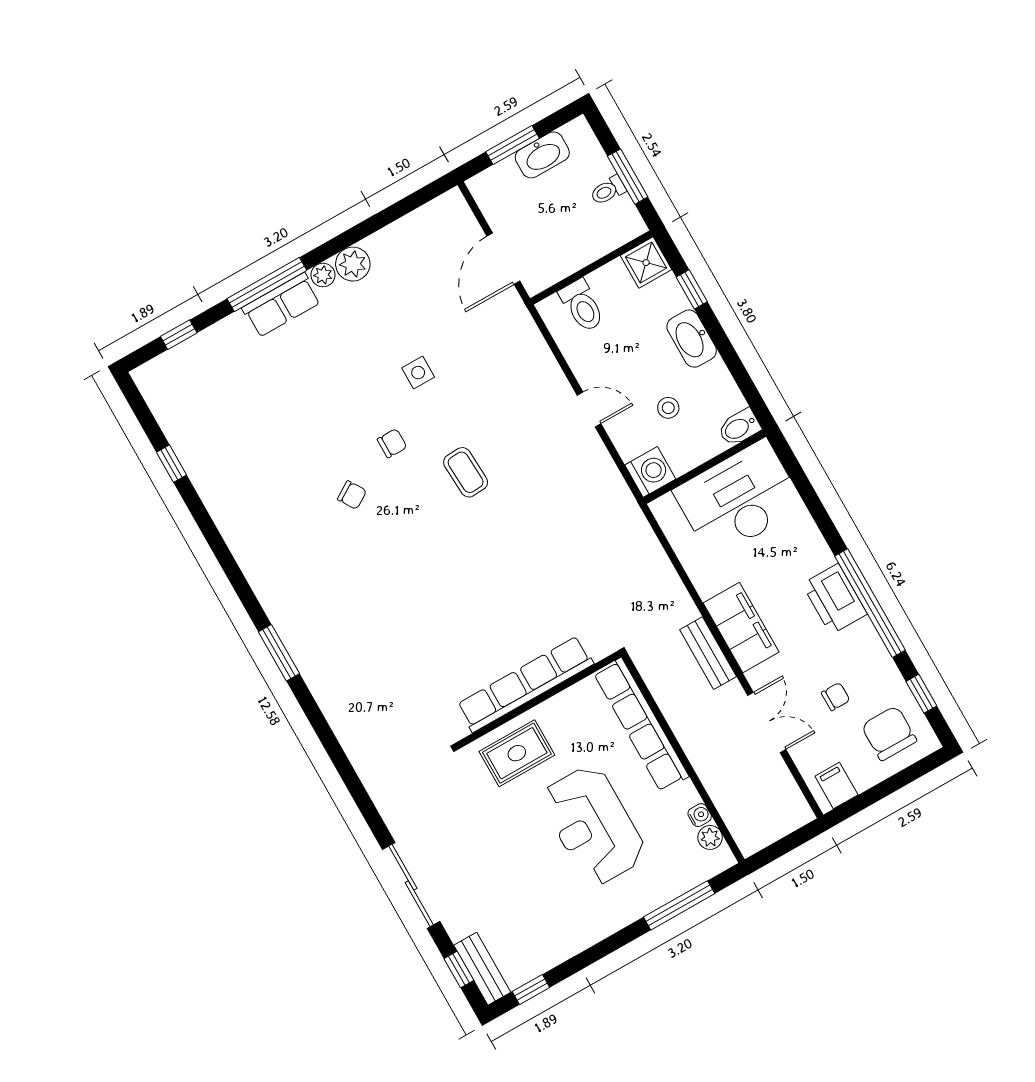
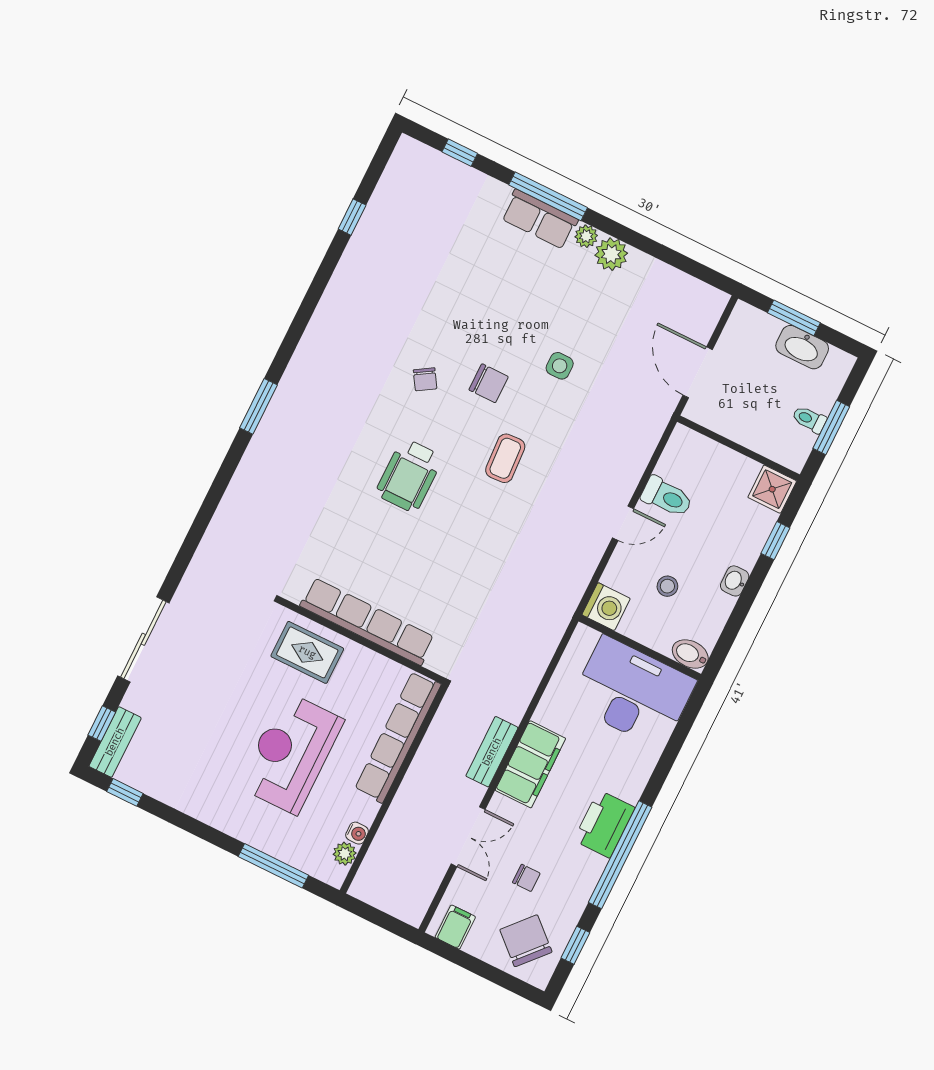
door: (503, 259) -> (698, 372), hinge flipped
toilet: (582, 306) -> (667, 497), moved, turned -90
washbasin: (692, 339) -> (735, 581), width x0.52, depth x0.69
door: (589, 409) -> (623, 523), hinge flipped
chair: (392, 443) -> (489, 383), width x1.37, depth x1.37
wheelchair: (425, 564) -> (409, 475), added
chair: (889, 733) -> (526, 941), turned -48

